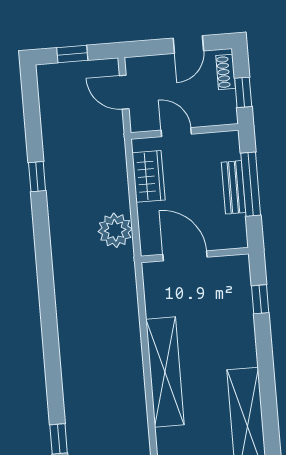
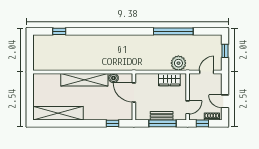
door: (176, 132) -> (188, 107), moved
window: (37, 177) -> (173, 31), width x3.17
plant: (115, 230) -> (178, 63), moved
door: (185, 256) -> (134, 92), swing flipped
boiler: (156, 305) -> (113, 78), added

